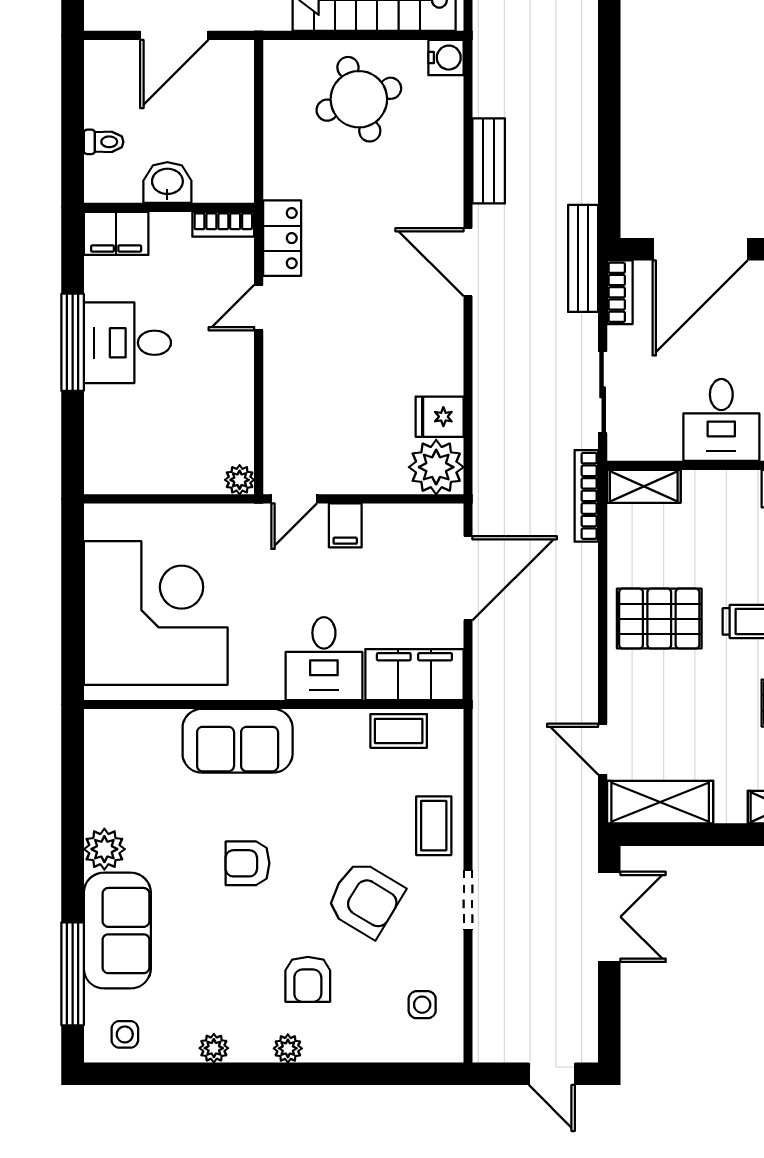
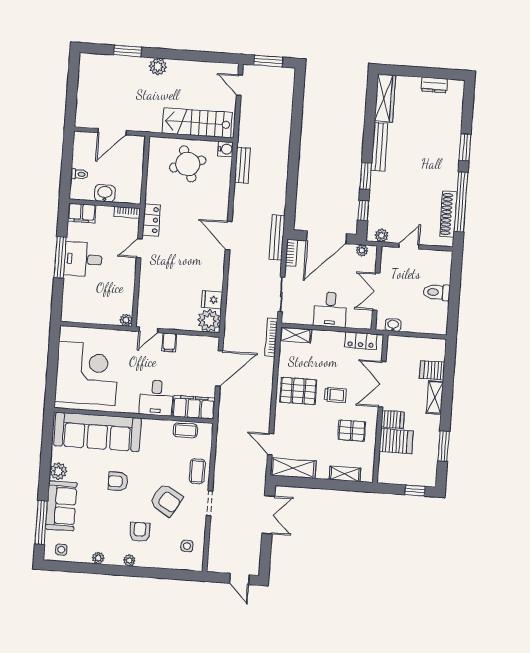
bench: (489, 161) -> (242, 165), moved
sofa: (238, 741) -> (98, 432), width x1.85, depth x1.27
armchair: (308, 979) -> (140, 532), turned 180

